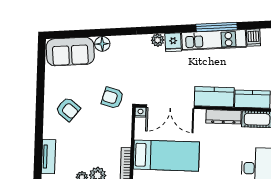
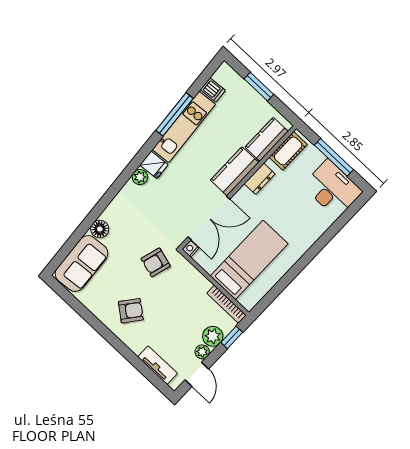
dresser: (223, 117) -> (260, 179), width x0.70

